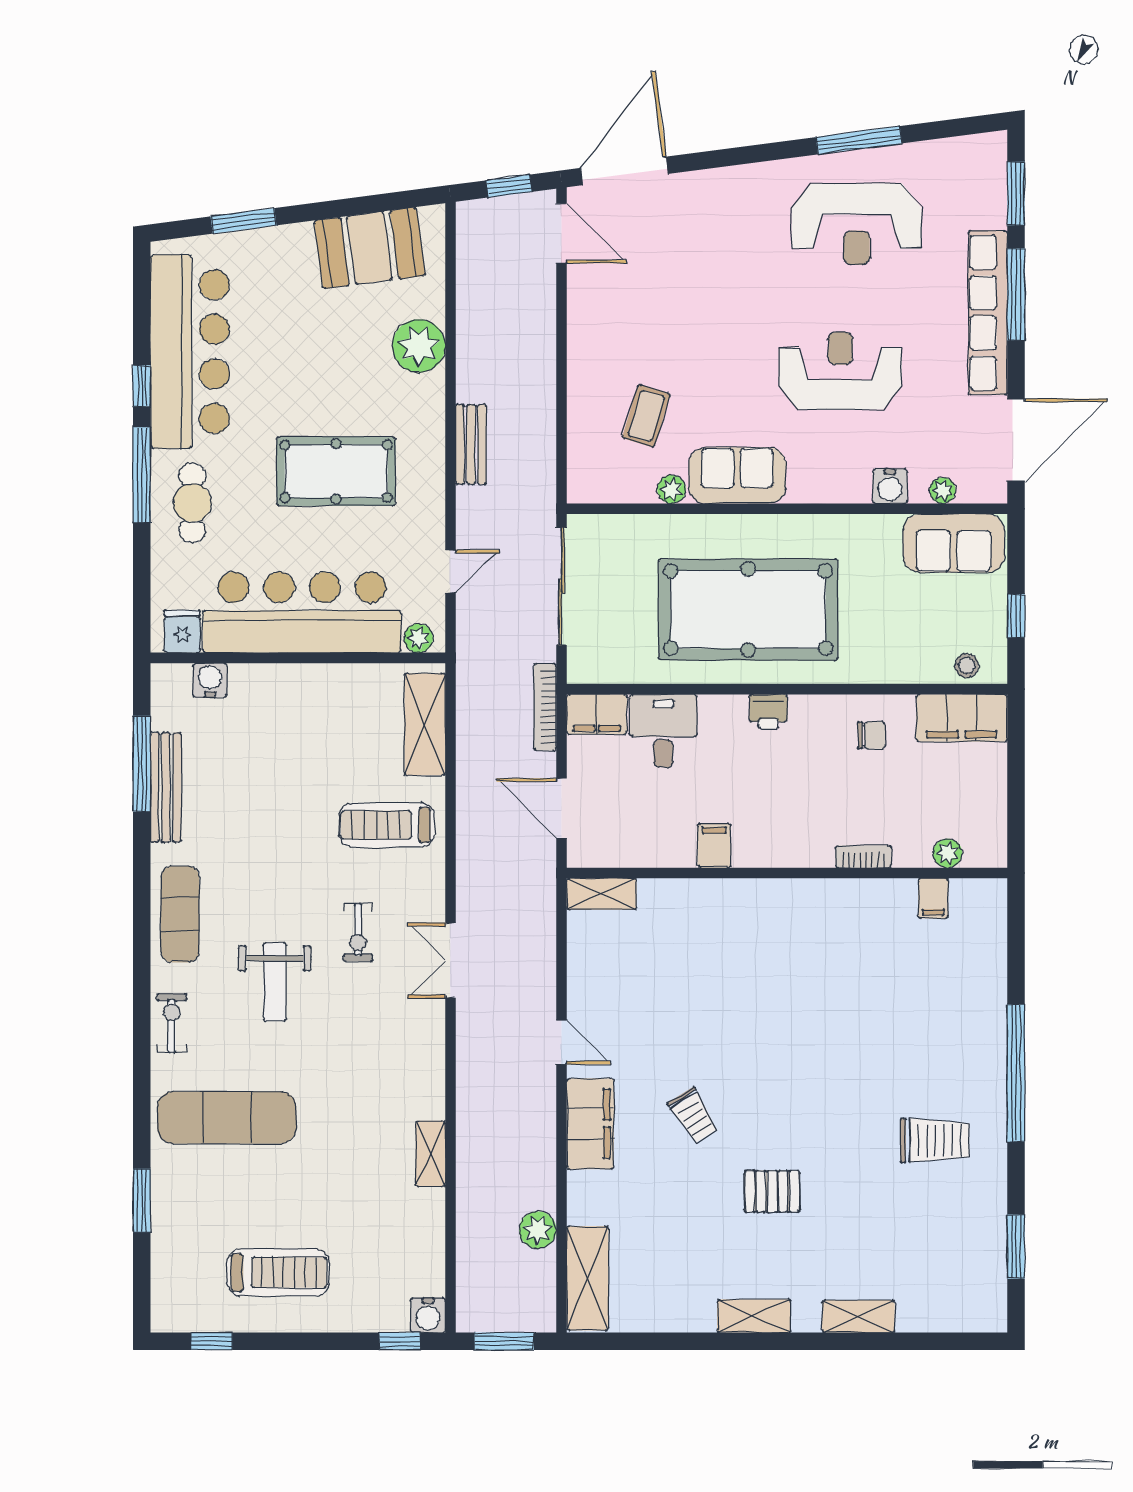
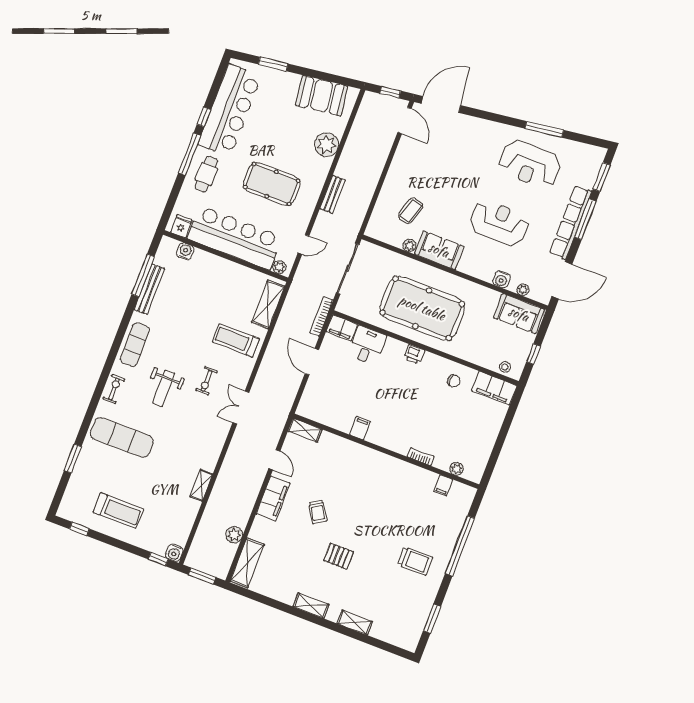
filing cabinet: (714, 846) -> (360, 428), moved
plant: (948, 853) -> (457, 469), moved
bookcase: (863, 857) -> (421, 457), moved
wall: (787, 873) -> (386, 451), moved
shelving: (602, 894) -> (305, 430), moved
filing cabinet: (933, 898) -> (443, 485), moved

